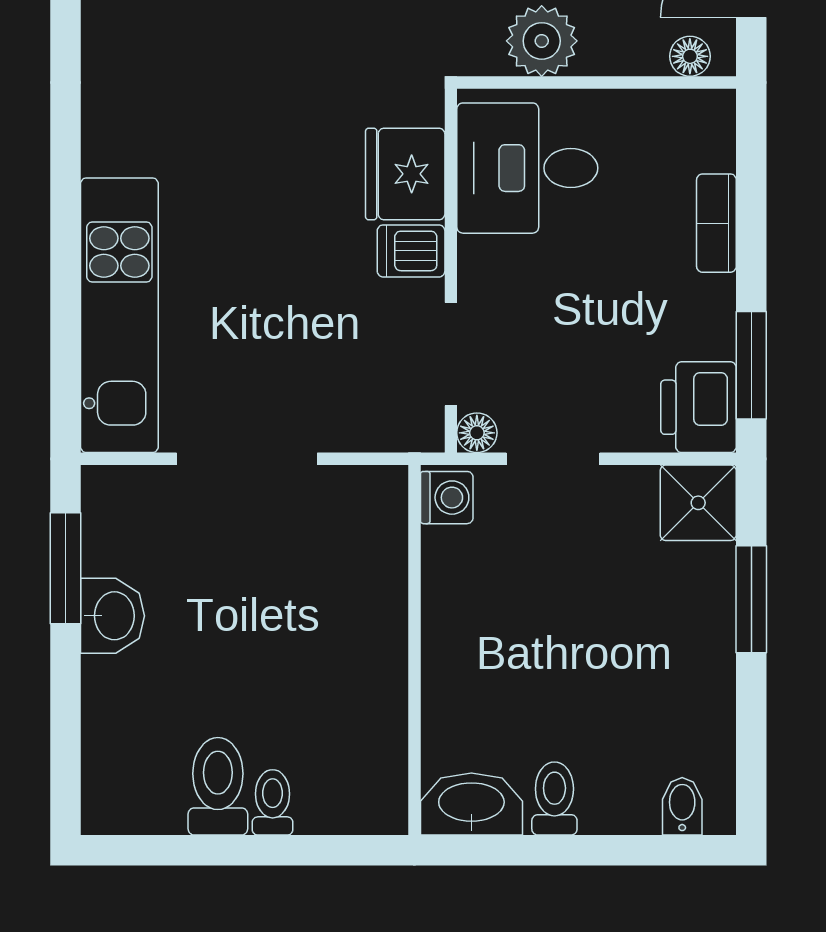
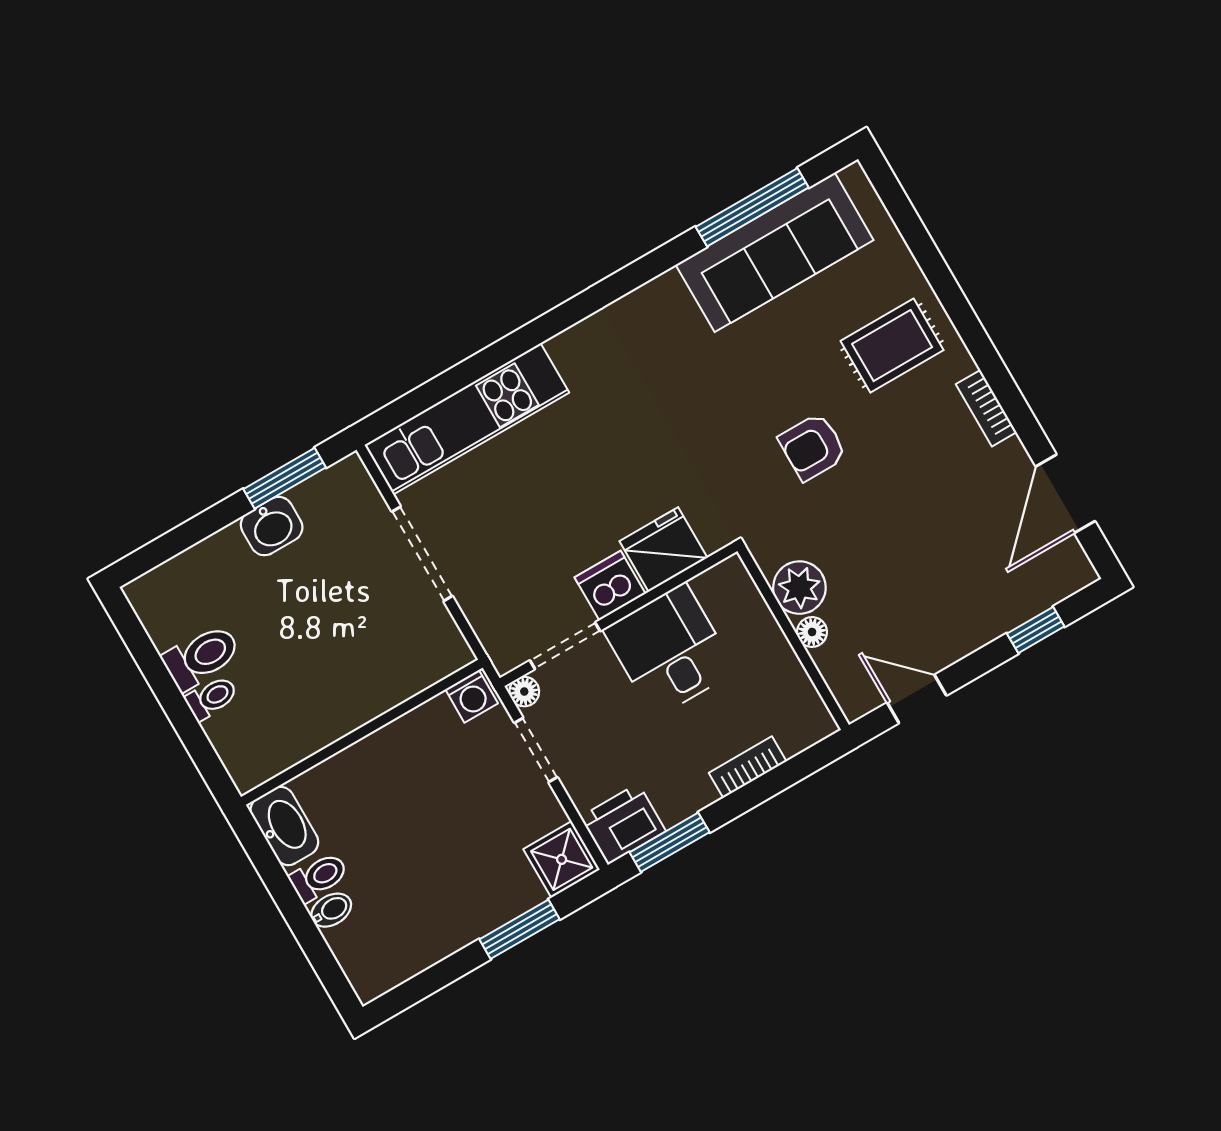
floor lamp: (690, 56) -> (812, 632), moved
desk: (527, 168) -> (670, 650), moved
dishwasher: (411, 251) -> (610, 585), width x1.38
bidet: (682, 806) -> (331, 910), moved

